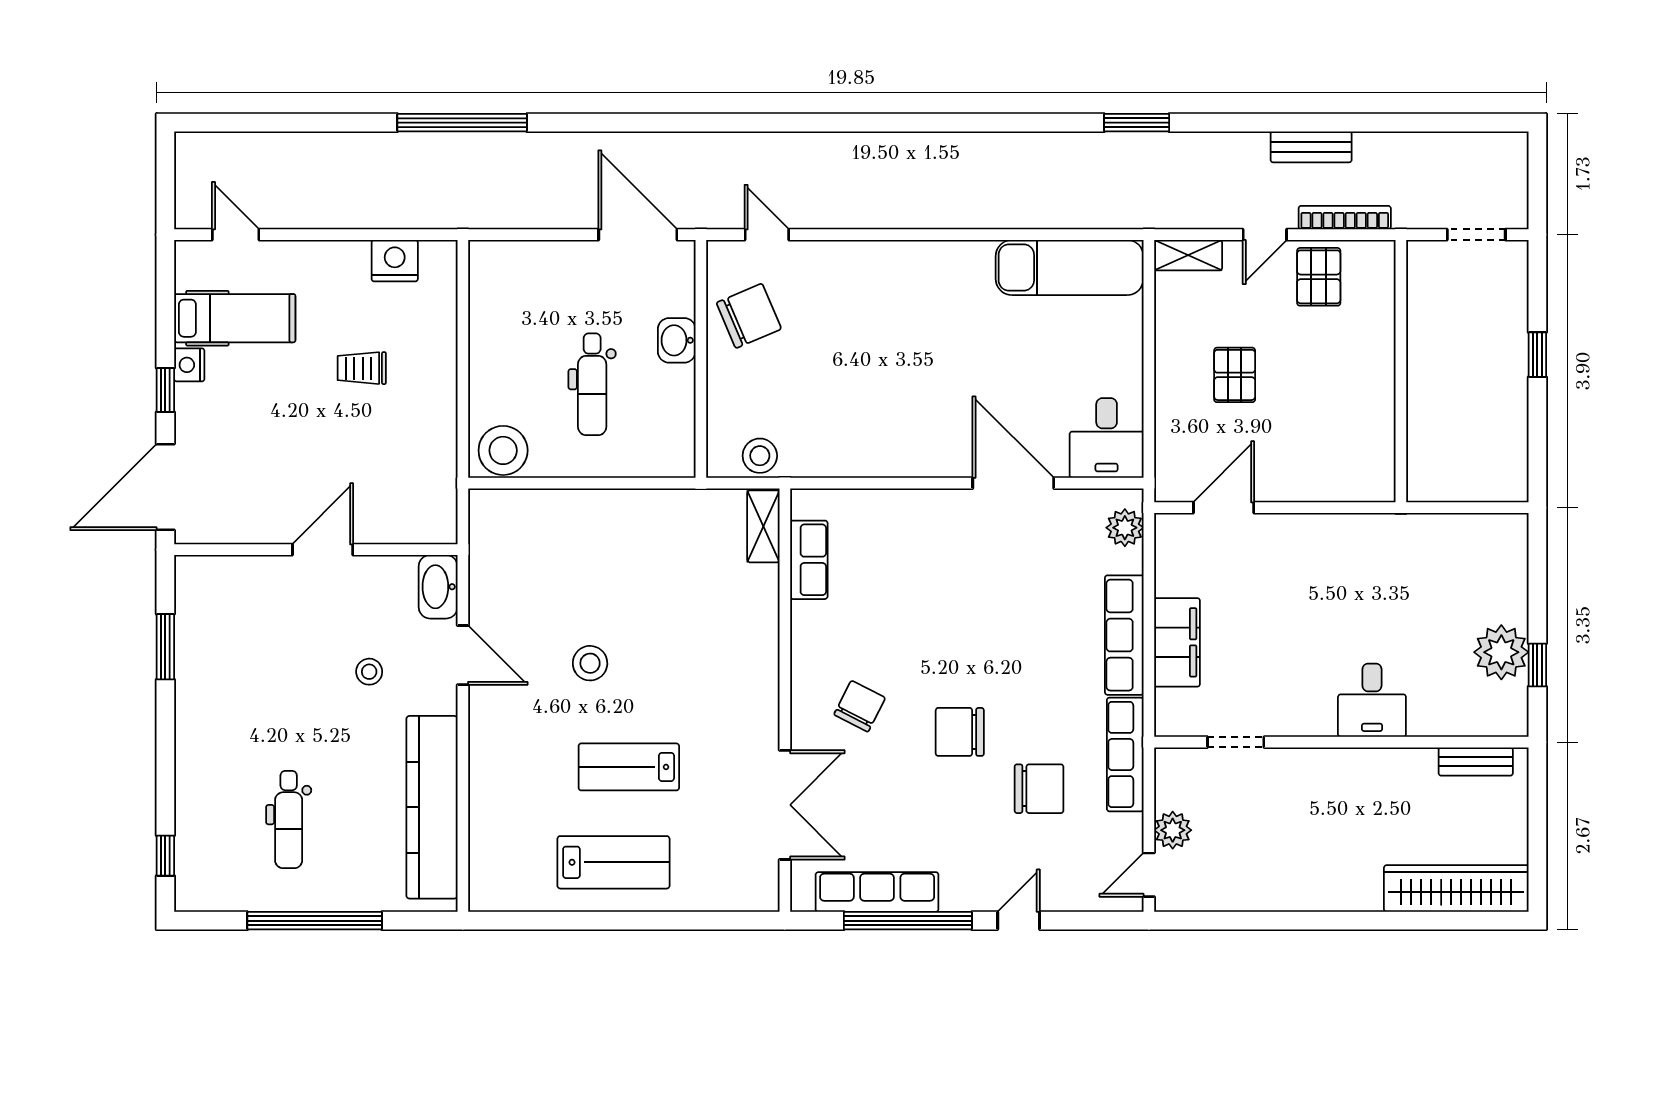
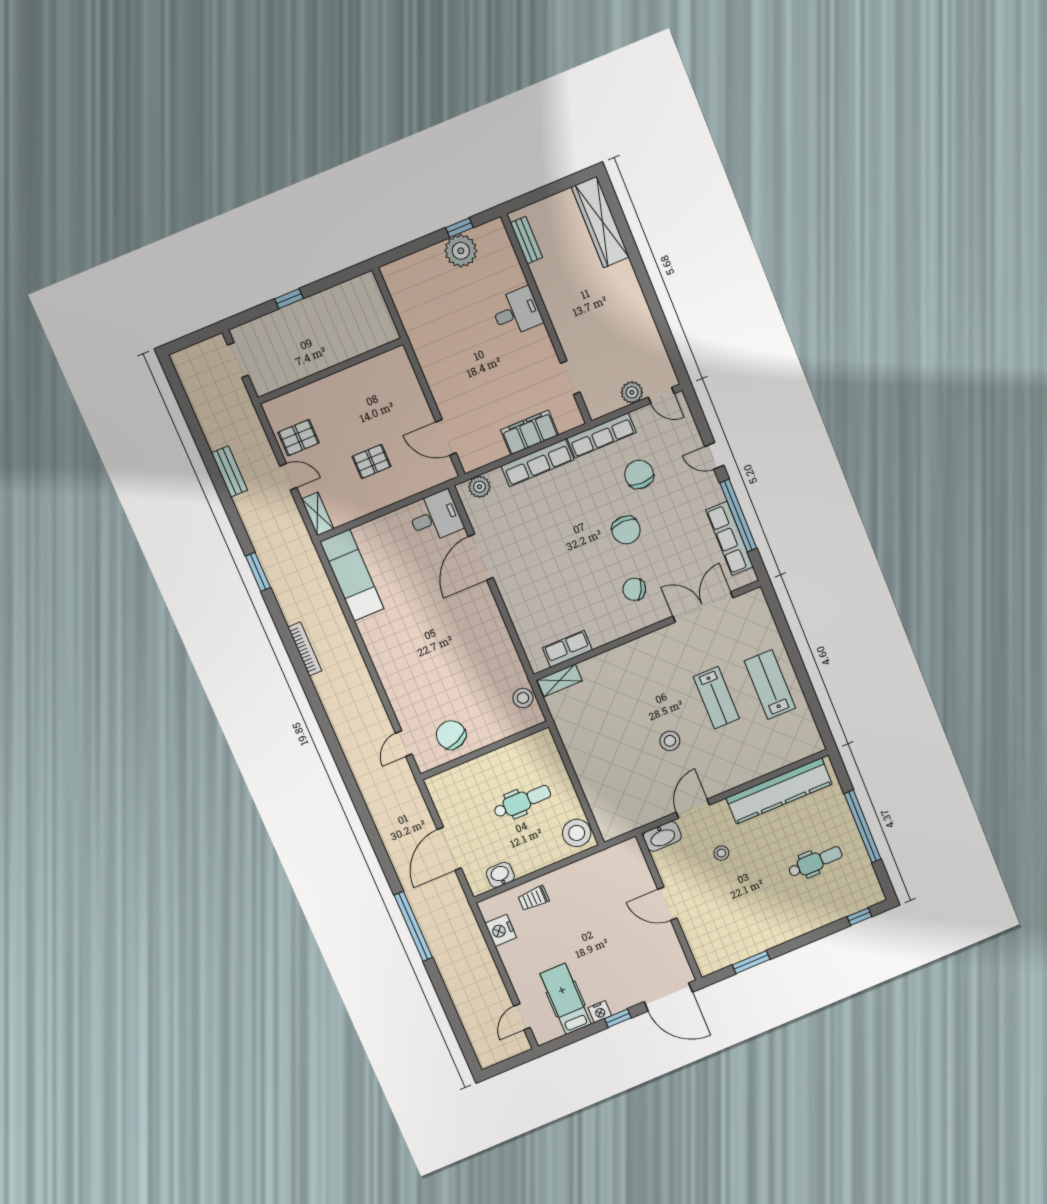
bookcase: (1345, 218) -> (305, 649), moved, turned 180
door: (638, 235) -> (449, 849), moved
washbasin: (677, 340) -> (500, 875), moved, turned 180
trolley: (362, 368) -> (534, 898), moved, turned 90

